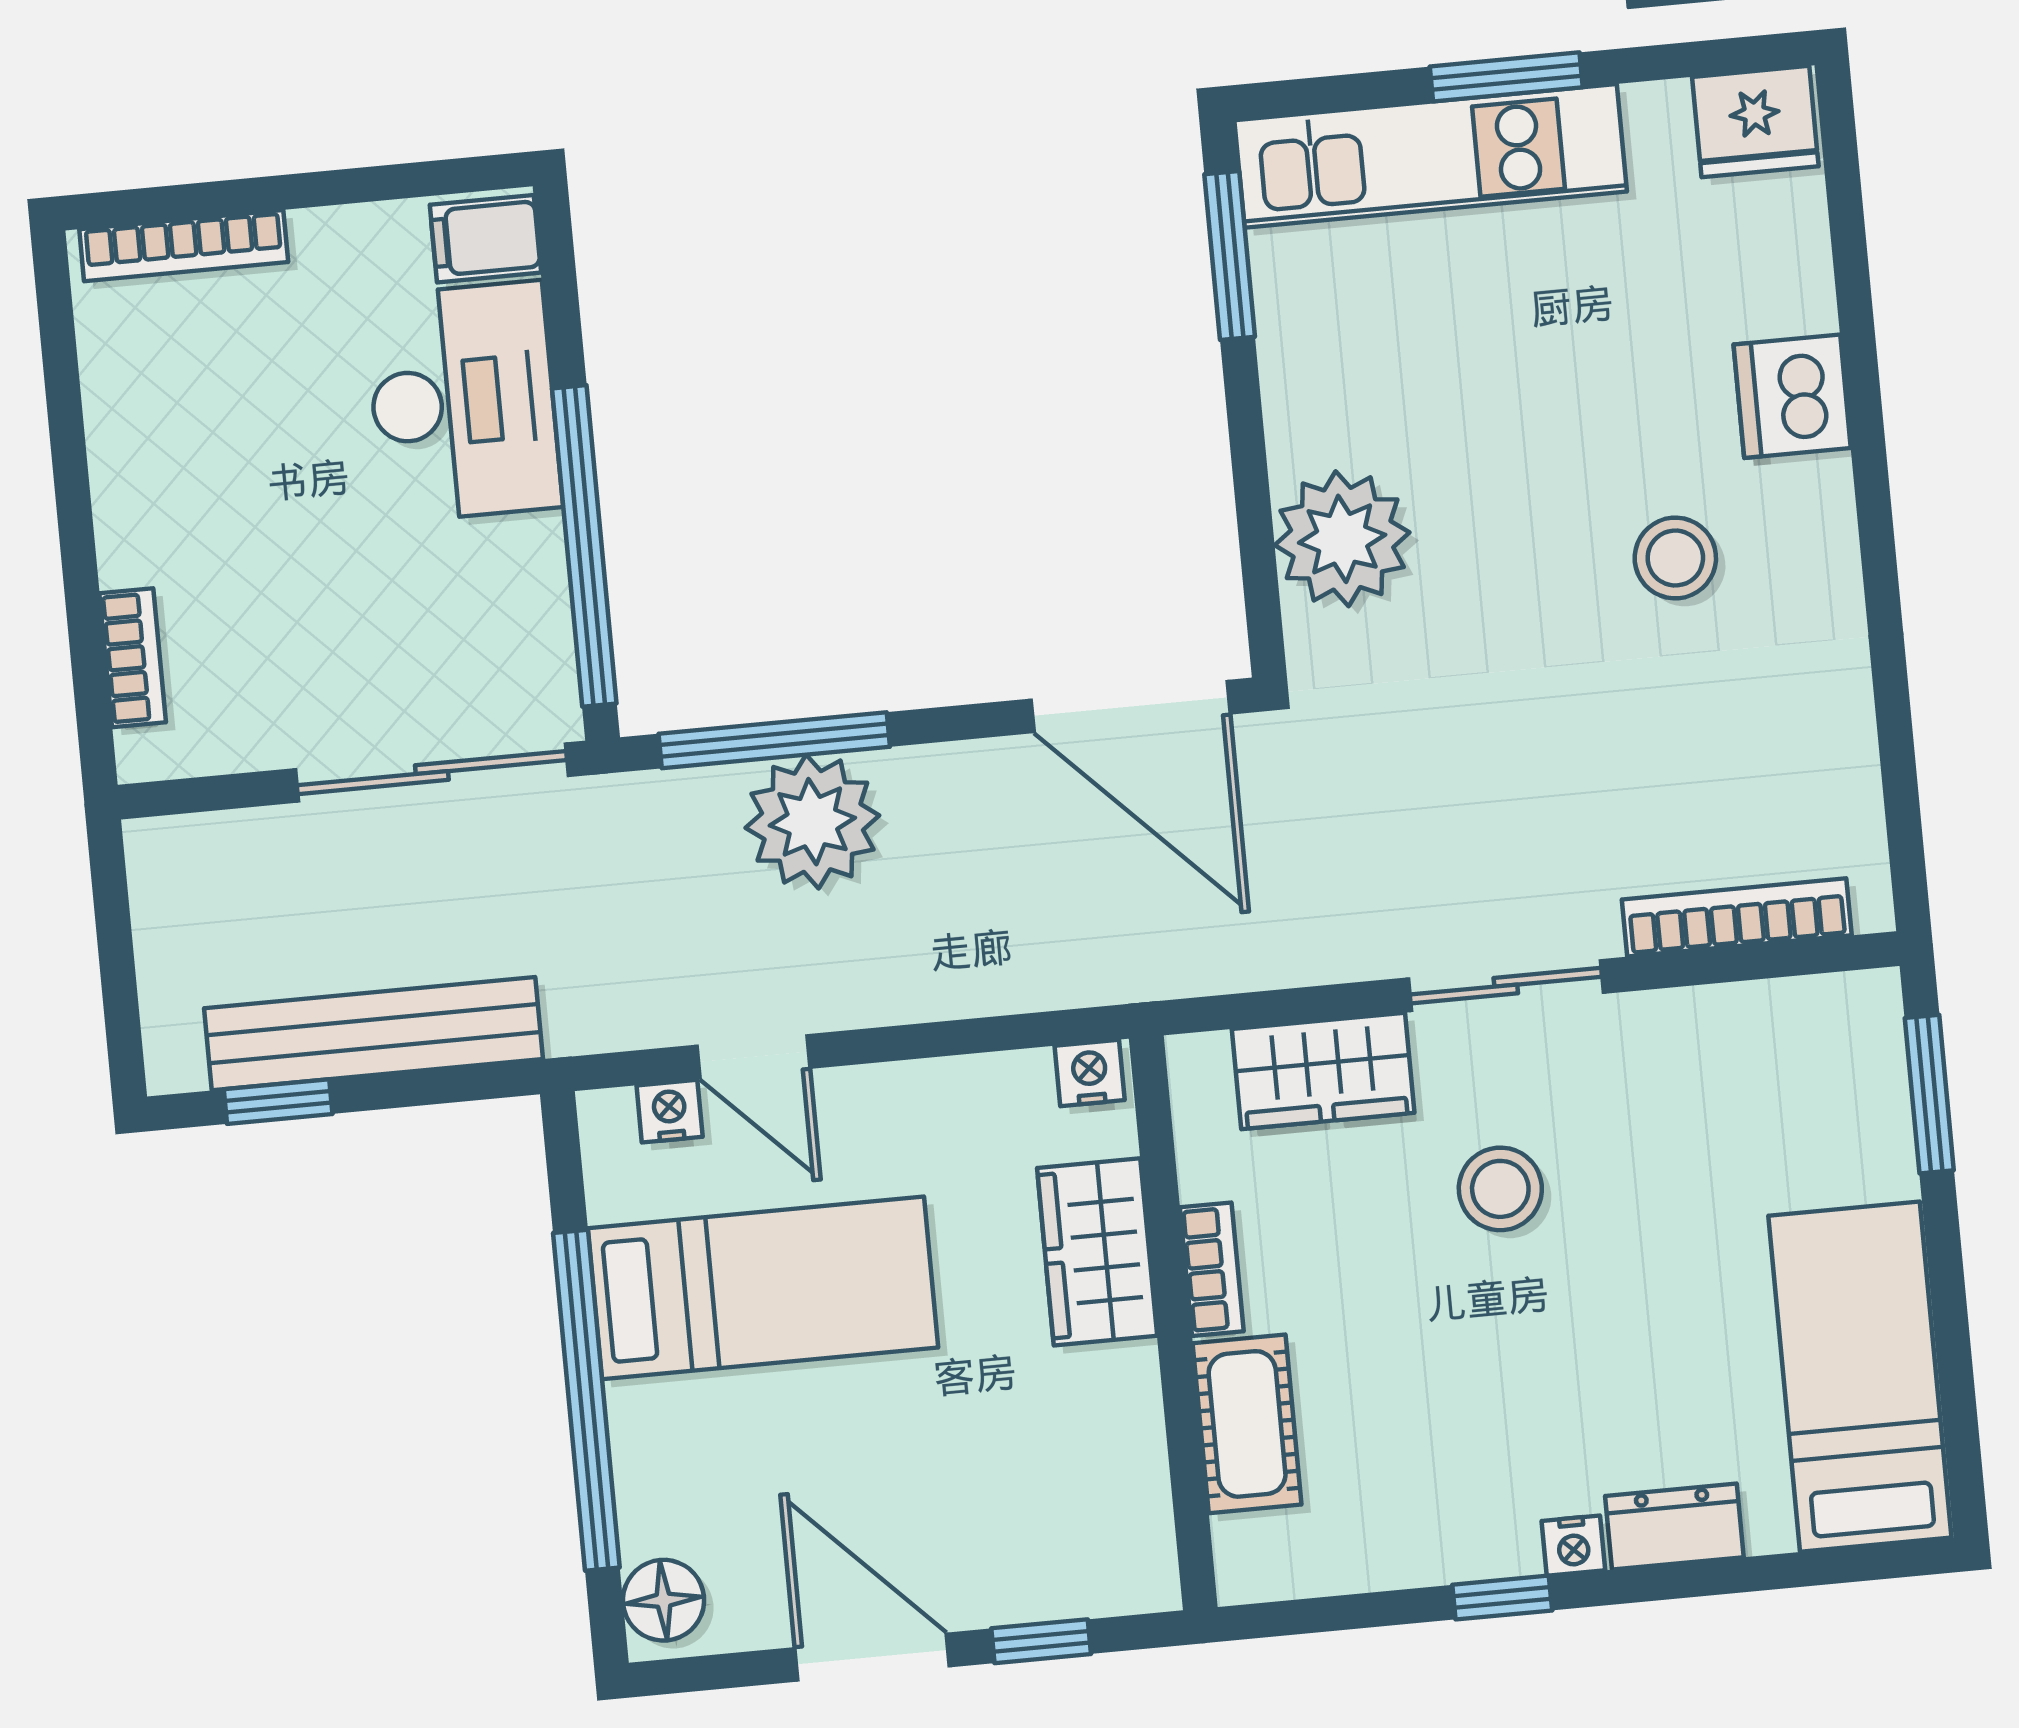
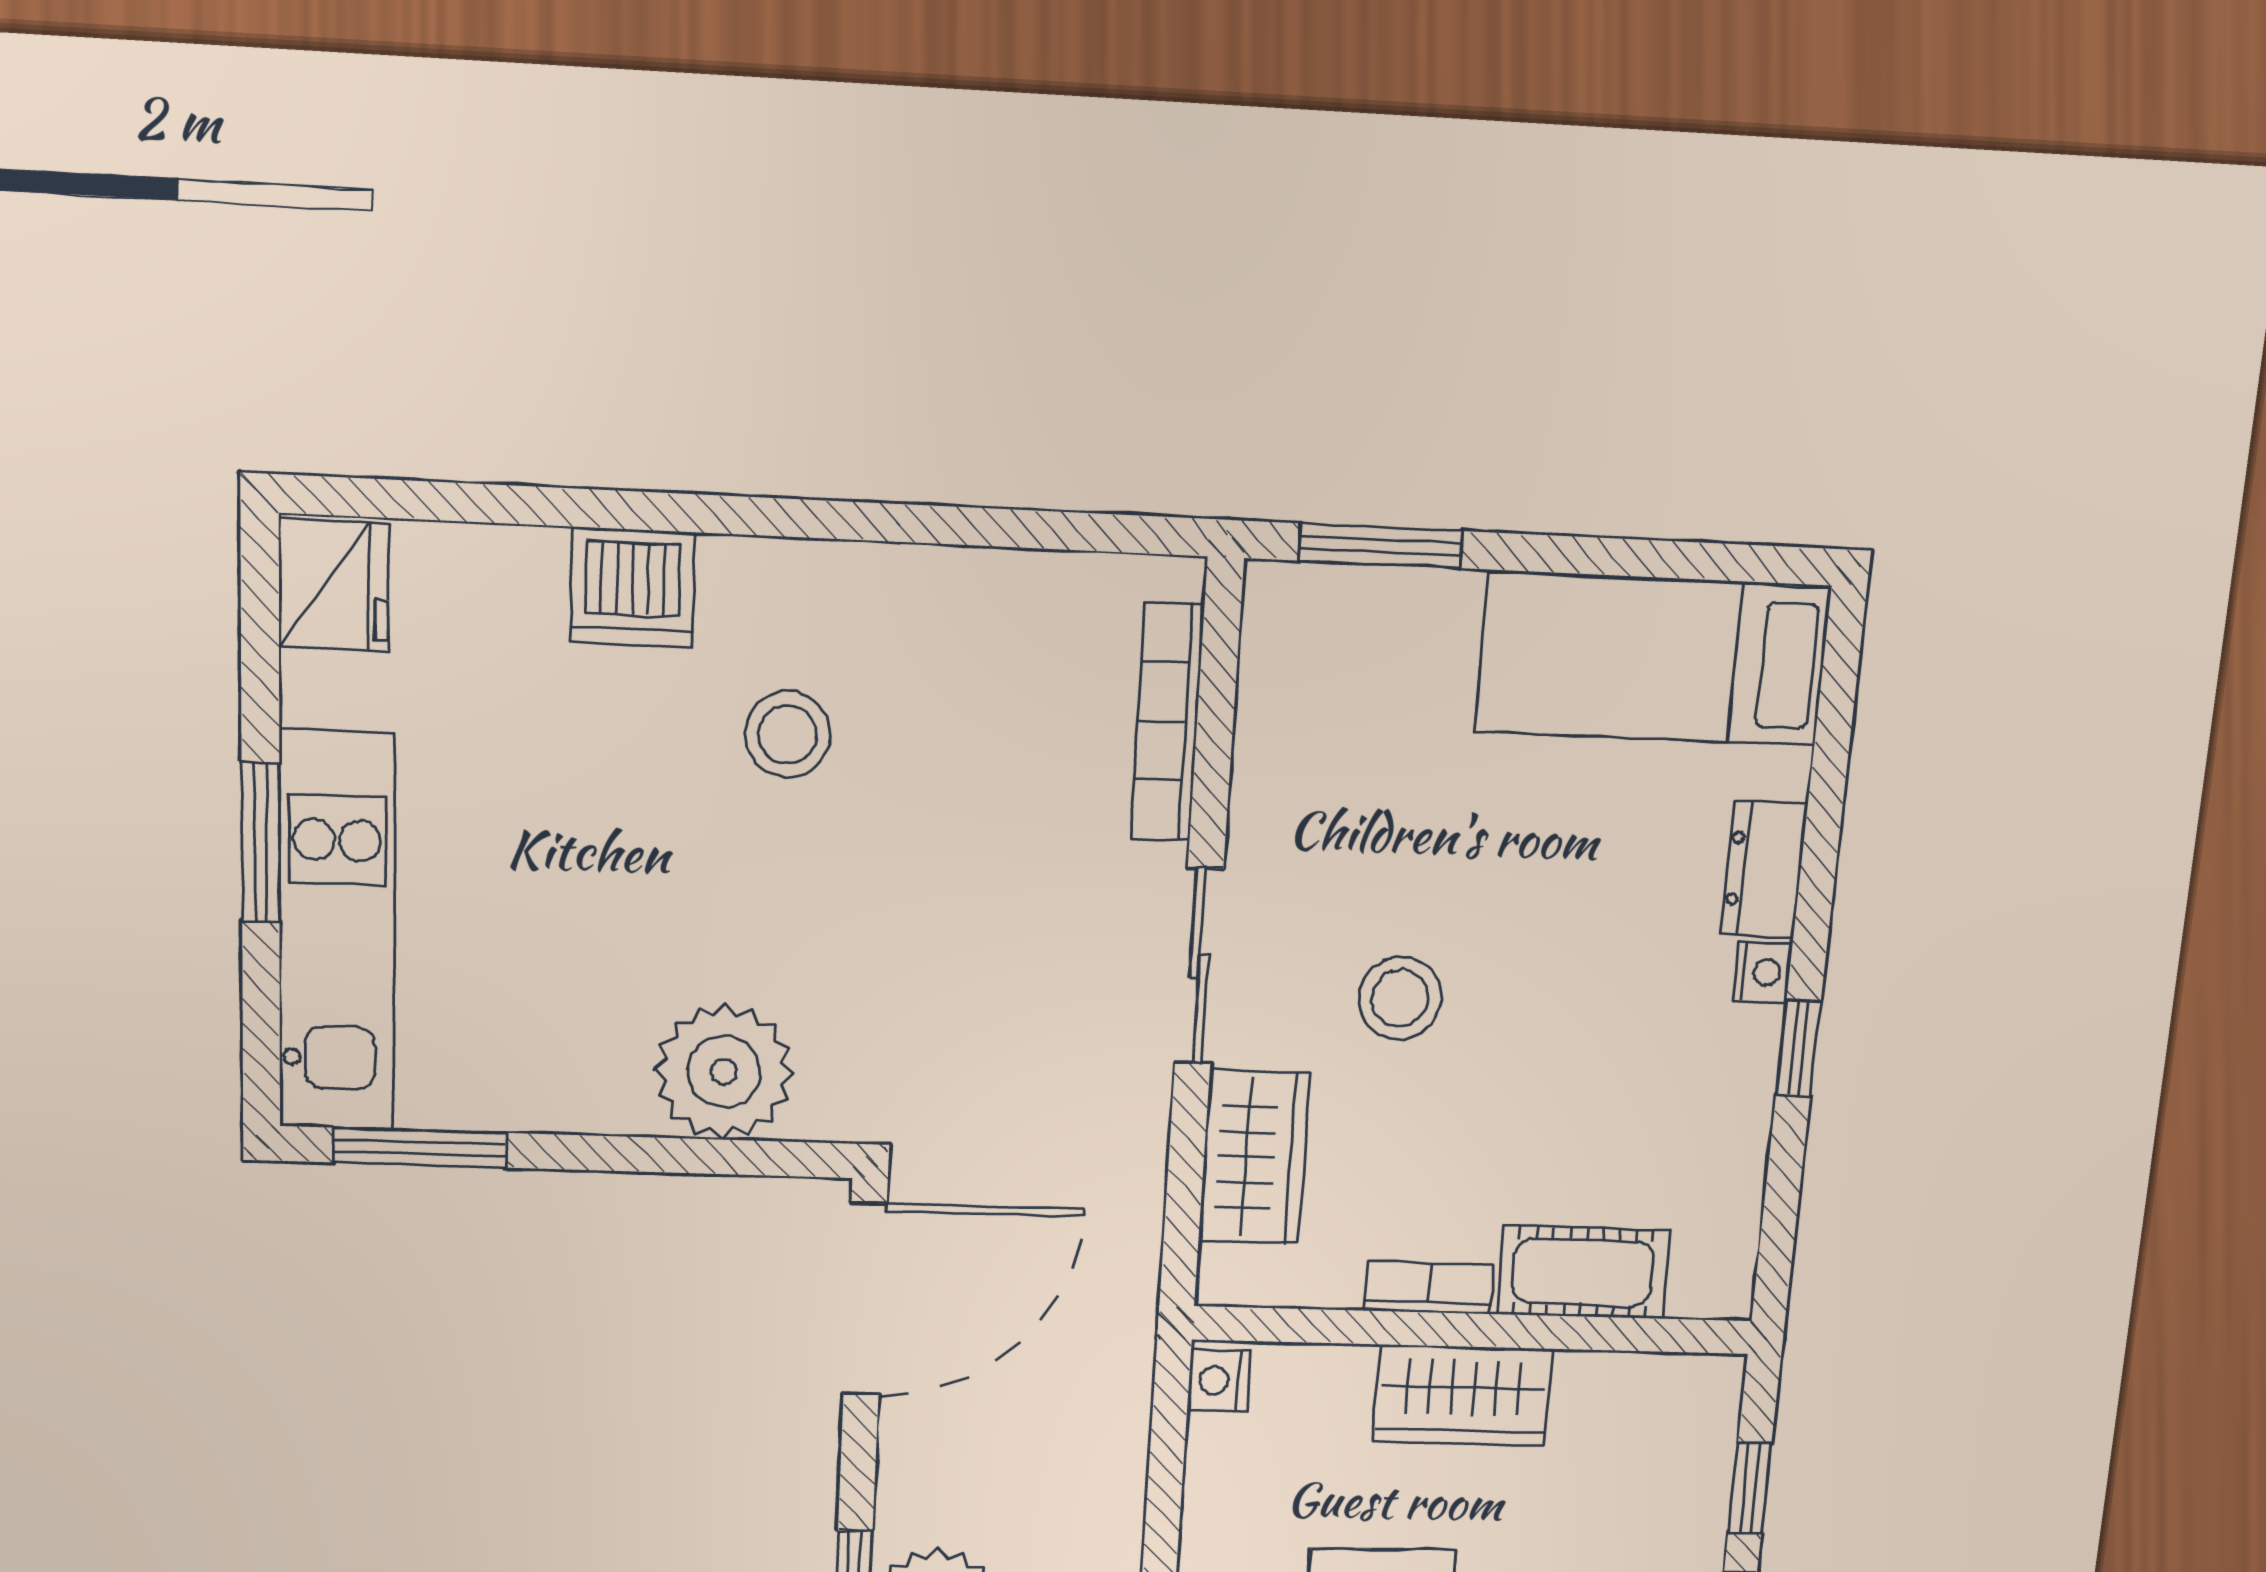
wardrobe: (1097, 1252) -> (1463, 1395), moved

